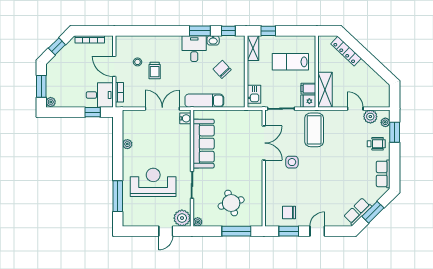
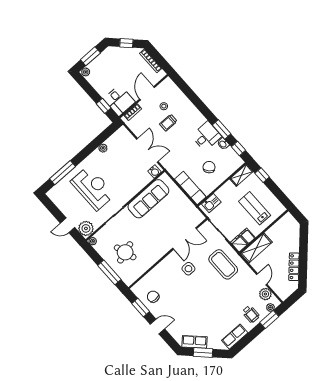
locker: (346, 51) -> (294, 267), moved
exam couch: (204, 101) -> (190, 188), moved
coffee table: (314, 130) -> (223, 264), turned 90

